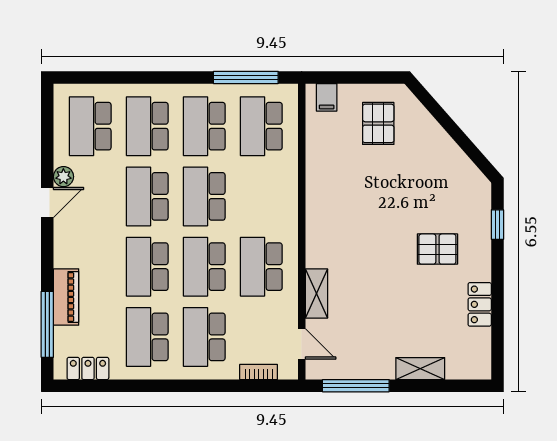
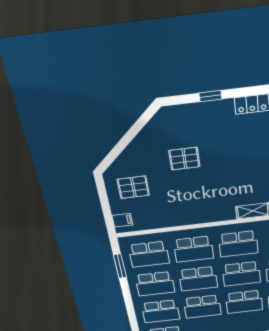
window: (246, 77) -> (120, 266), width x0.69
school desk: (261, 196) -> (194, 249), added
window: (497, 225) -> (210, 96), moved
pallet: (437, 249) -> (184, 159), moved, turned 90

